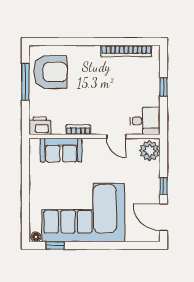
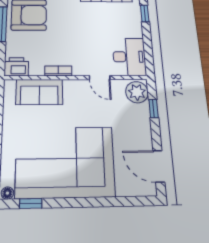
window: (163, 87) -> (145, 14), moved
desk: (145, 121) -> (129, 57), width x1.37
window: (163, 186) -> (153, 109), moved

